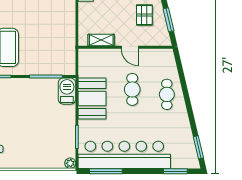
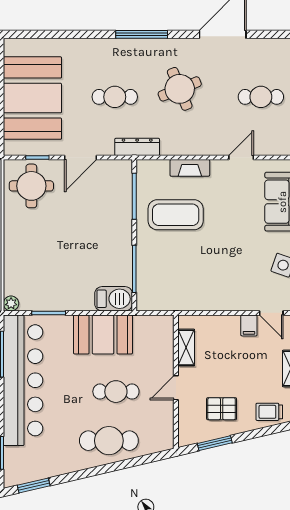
cafe table: (167, 94) -> (109, 441), width x1.37, depth x1.35

